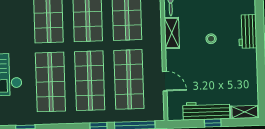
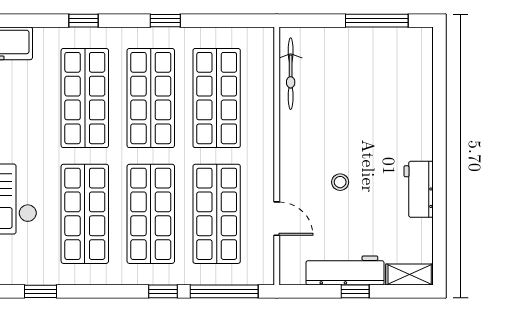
workbench: (248, 31) -> (419, 189), moved
shelving: (172, 33) -> (291, 138), removed
stool: (211, 39) -> (340, 182), moved

